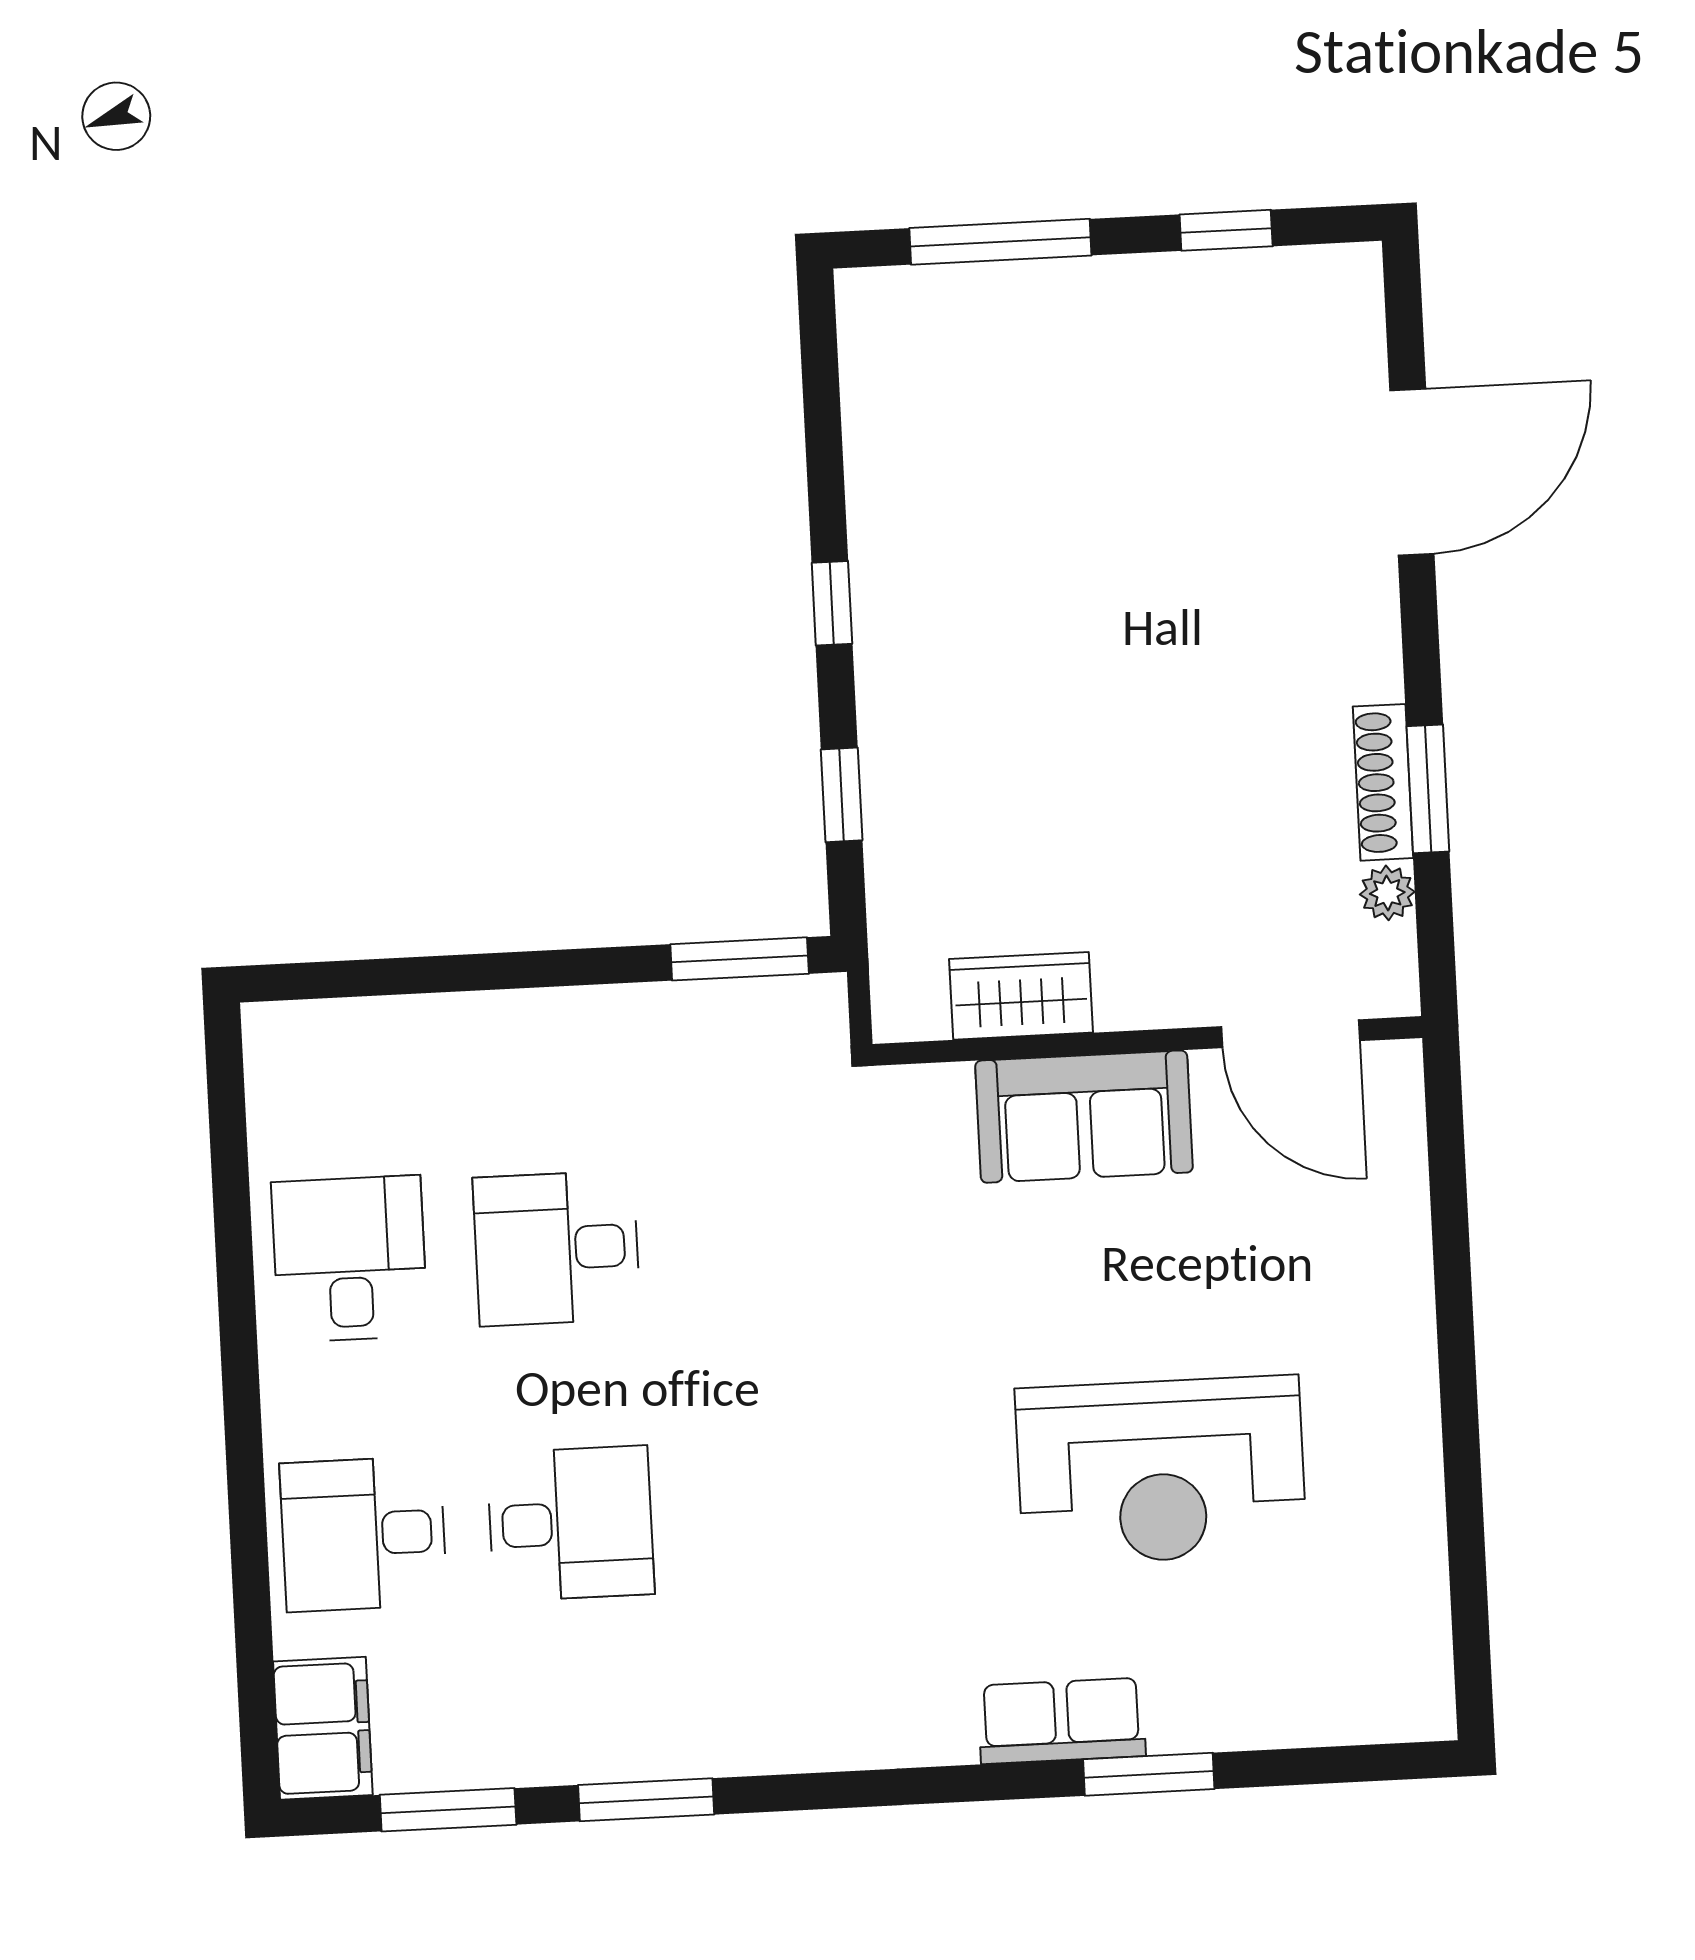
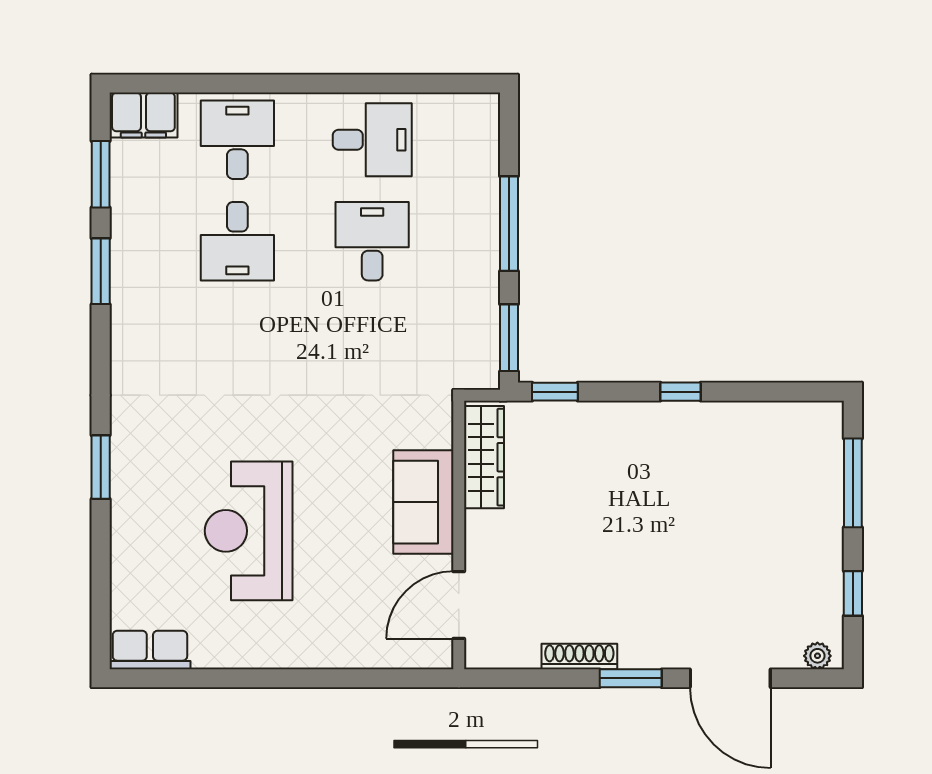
window: (1428, 789) -> (631, 678), moved
window: (842, 795) -> (555, 392), moved
plant: (1387, 893) -> (817, 656), moved
window: (507, 971) -> (509, 224), added
wardrobe: (1021, 996) -> (484, 457), width x1.50
row of seats: (1062, 1721) -> (150, 650), moved, turned -90
window: (1149, 1774) -> (101, 467), moved

